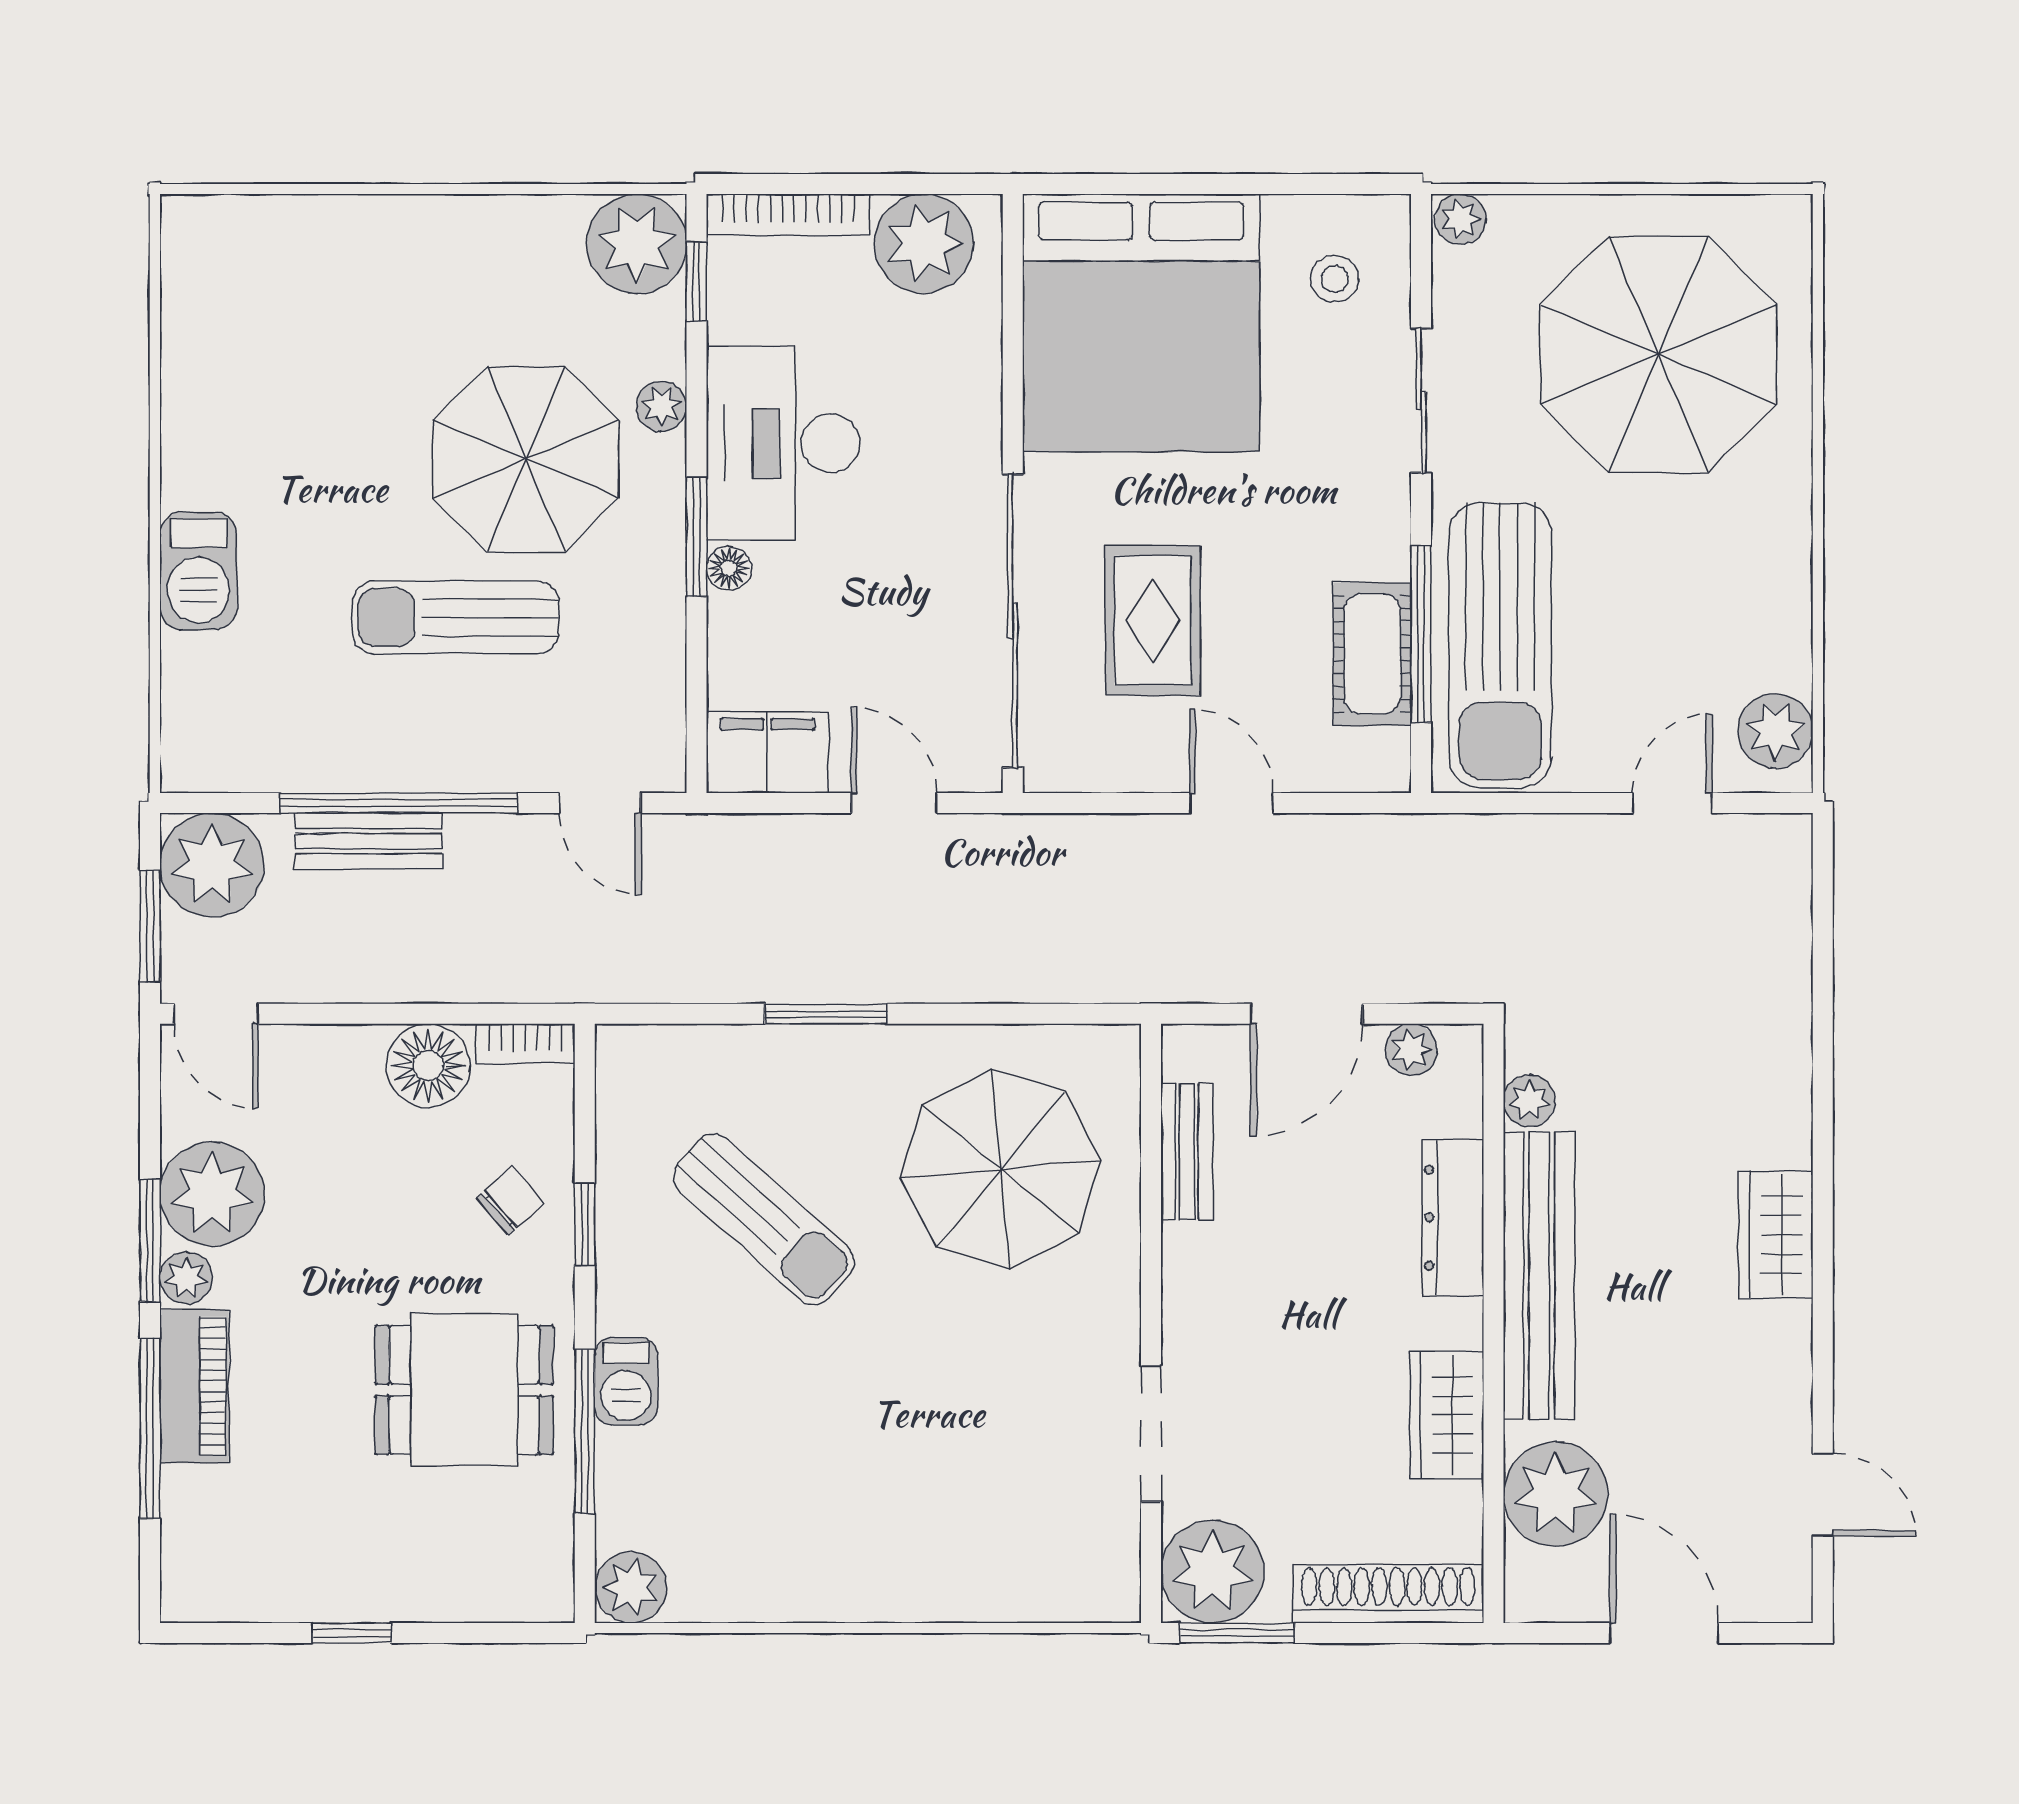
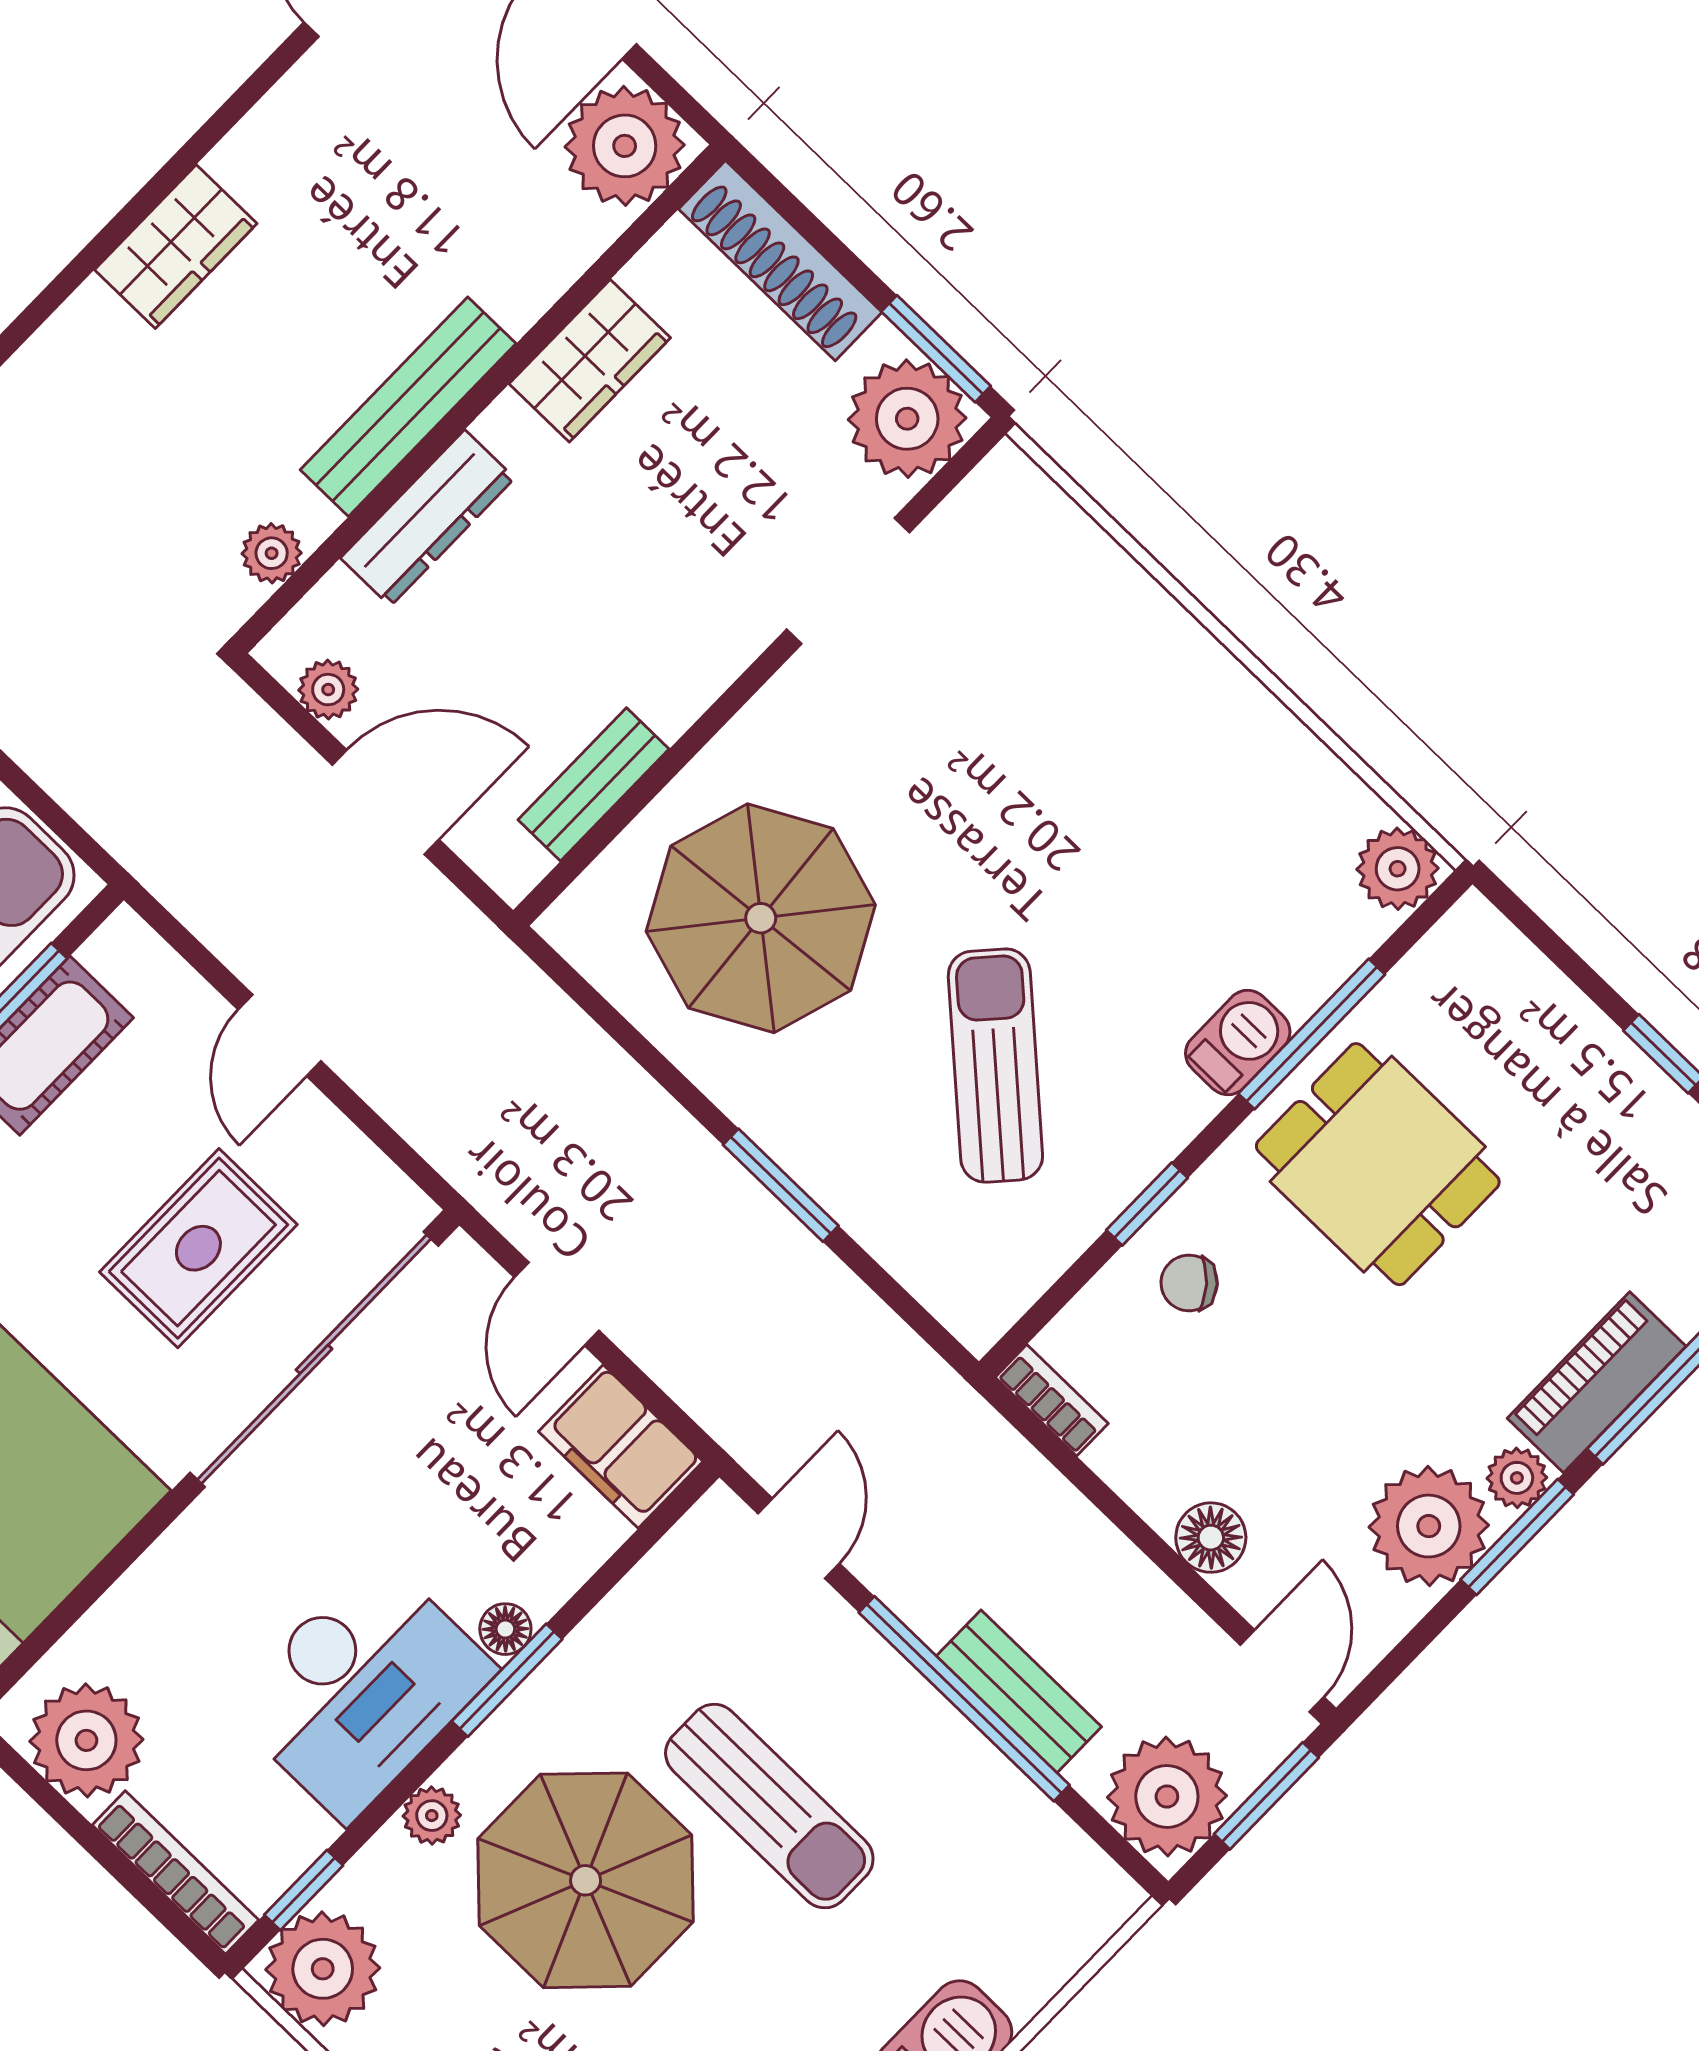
floor lamp: (428, 1066) -> (1211, 1538), moved, width x0.73, depth x0.73
bench: (1539, 1276) -> (408, 407), width x0.73, depth x0.82
plant: (1556, 1494) -> (625, 146), moved

